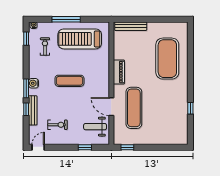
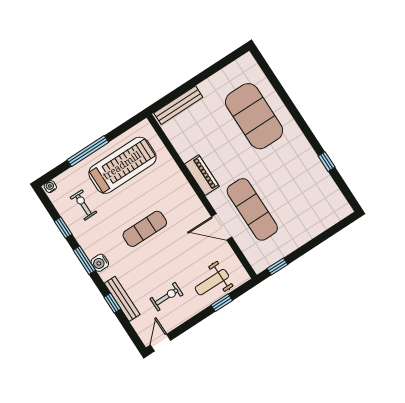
window: (26, 39) -> (63, 228), moved
treadmill: (80, 39) -> (122, 165), turned 180
window: (26, 88) -> (84, 260), moved
weight bench: (95, 127) -> (212, 282), moved

